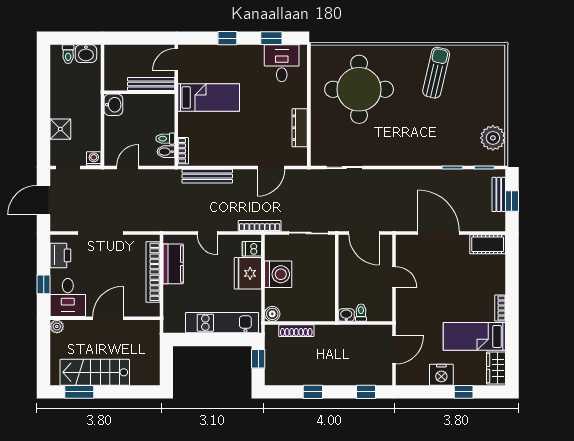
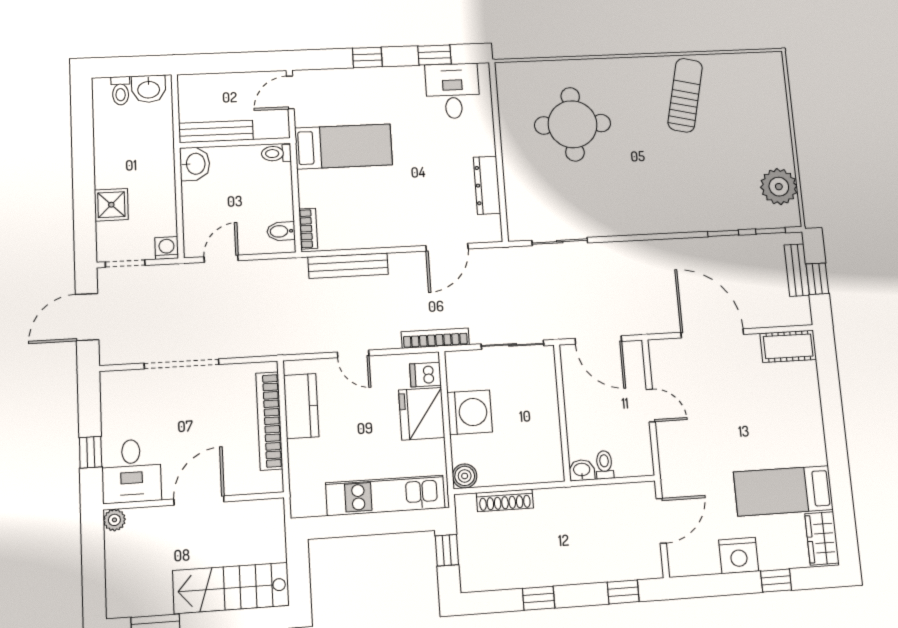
bench: (151, 84) -> (216, 132), moved
round table: (359, 89) -> (573, 124), width x0.73, depth x0.73
toilet: (165, 139) -> (276, 153), moved
printer: (60, 255) -> (117, 404), removed
bookcase: (500, 308) -> (818, 443), removed
stairs: (95, 372) -> (231, 588), moved

